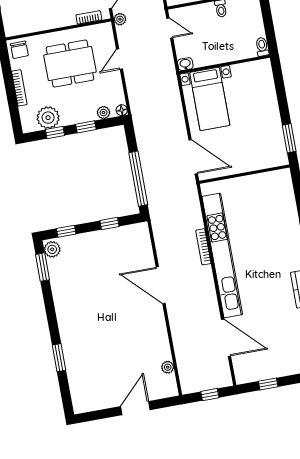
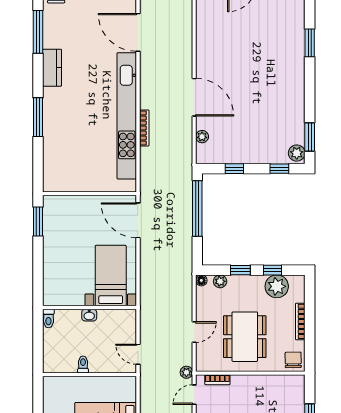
dining table: (70, 64) -> (245, 337), turned 90
washbasin: (185, 64) -> (89, 315), moved
plant: (168, 367) -> (202, 137), moved

